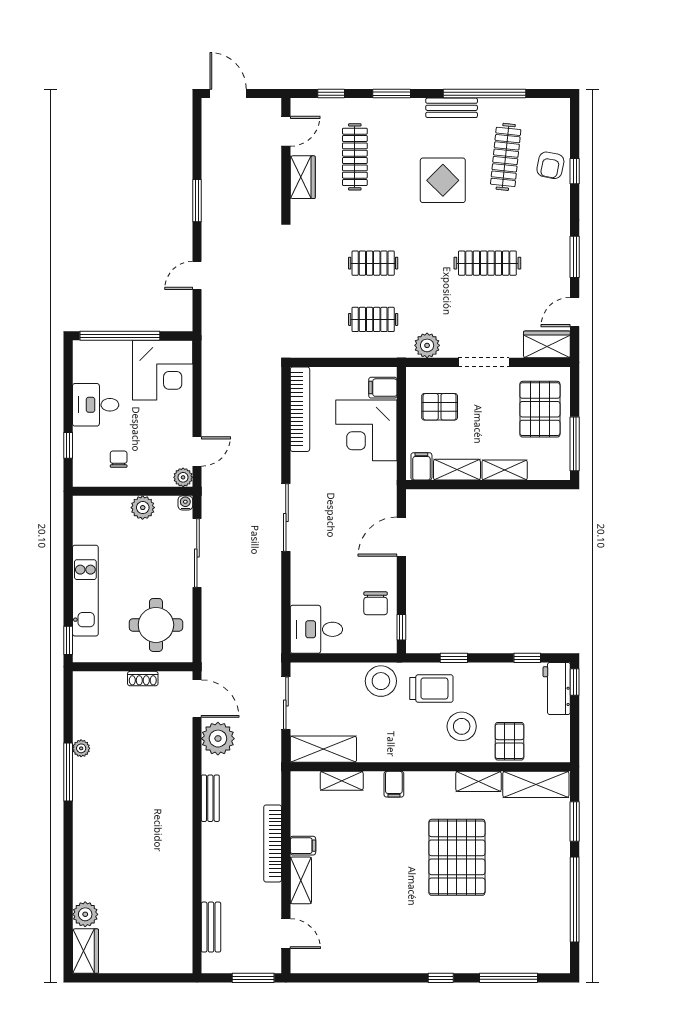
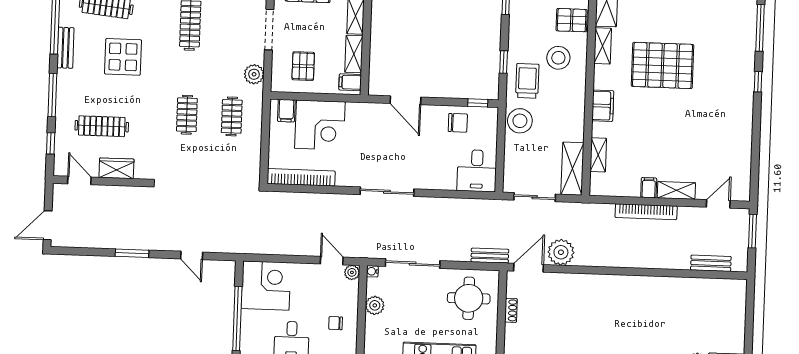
window: (392, 94) -> (52, 95), width x1.44
filing cabinet: (394, 784) -> (603, 106), width x2.00
bench: (210, 798) -> (490, 256), moved

